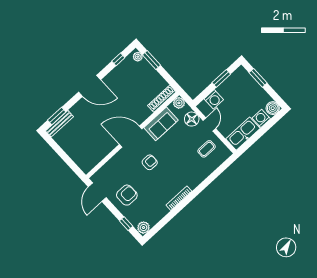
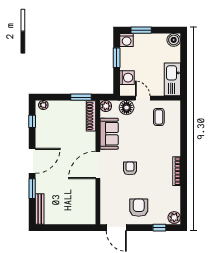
window: (152, 60) -> (81, 97), moved
window: (57, 116) -> (32, 189), moved
washing machine: (261, 118) -> (127, 40), moved, turned -90

